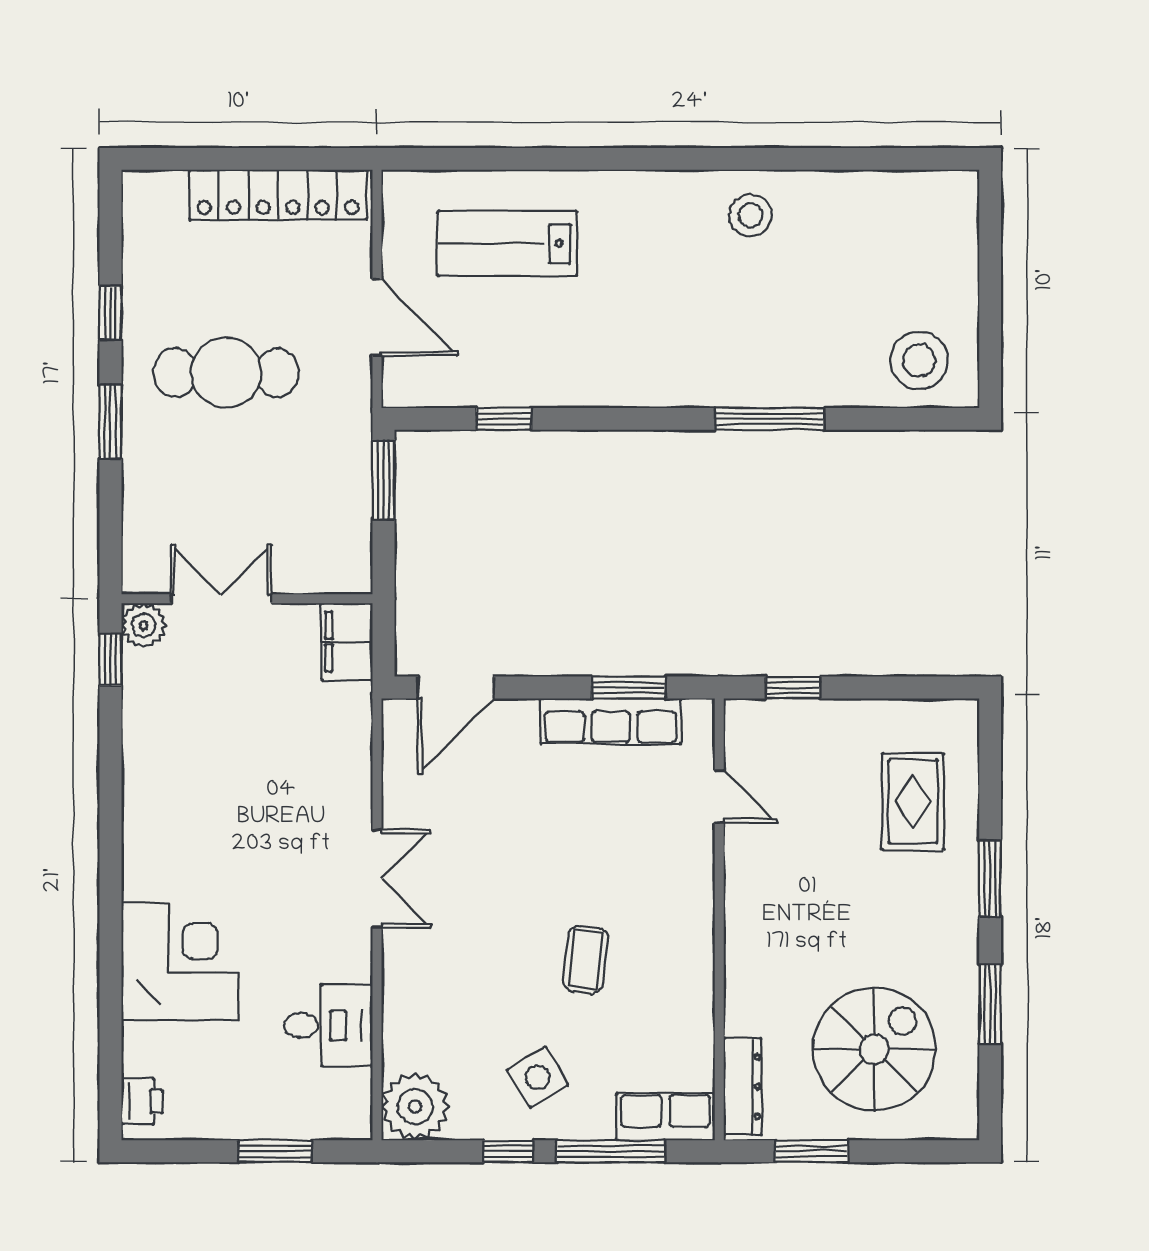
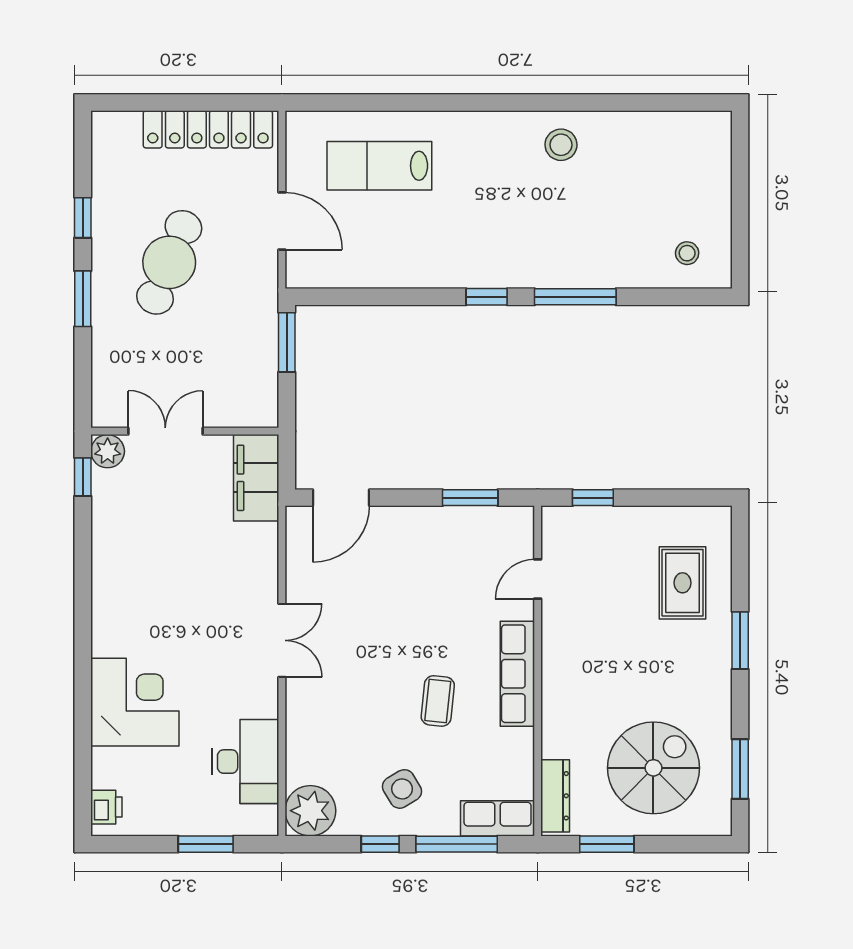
stool: (919, 360) -> (687, 253), width x0.53, depth x0.53
cafe table: (226, 373) -> (169, 262), turned -68
window: (504, 419) -> (487, 297), moved
filing cabinet: (347, 642) -> (256, 478), width x1.50, depth x1.17
row of seats: (611, 721) -> (517, 674), moved, turned 90
door: (719, 797) -> (538, 579), swing flipped
window: (990, 1004) -> (740, 769), moved
desk: (328, 1025) -> (246, 762), width x1.37

